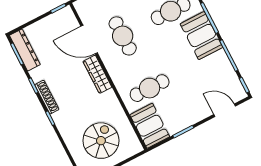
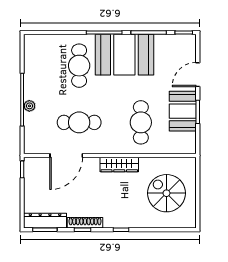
booth: (201, 36) -> (124, 55), width x1.36, depth x1.42
wardrobe: (97, 74) -> (119, 165), moved
shoe rack: (47, 97) -> (85, 223), moved
door: (225, 110) -> (198, 75), moved
booth: (150, 126) -> (183, 111), moved, turned 90

